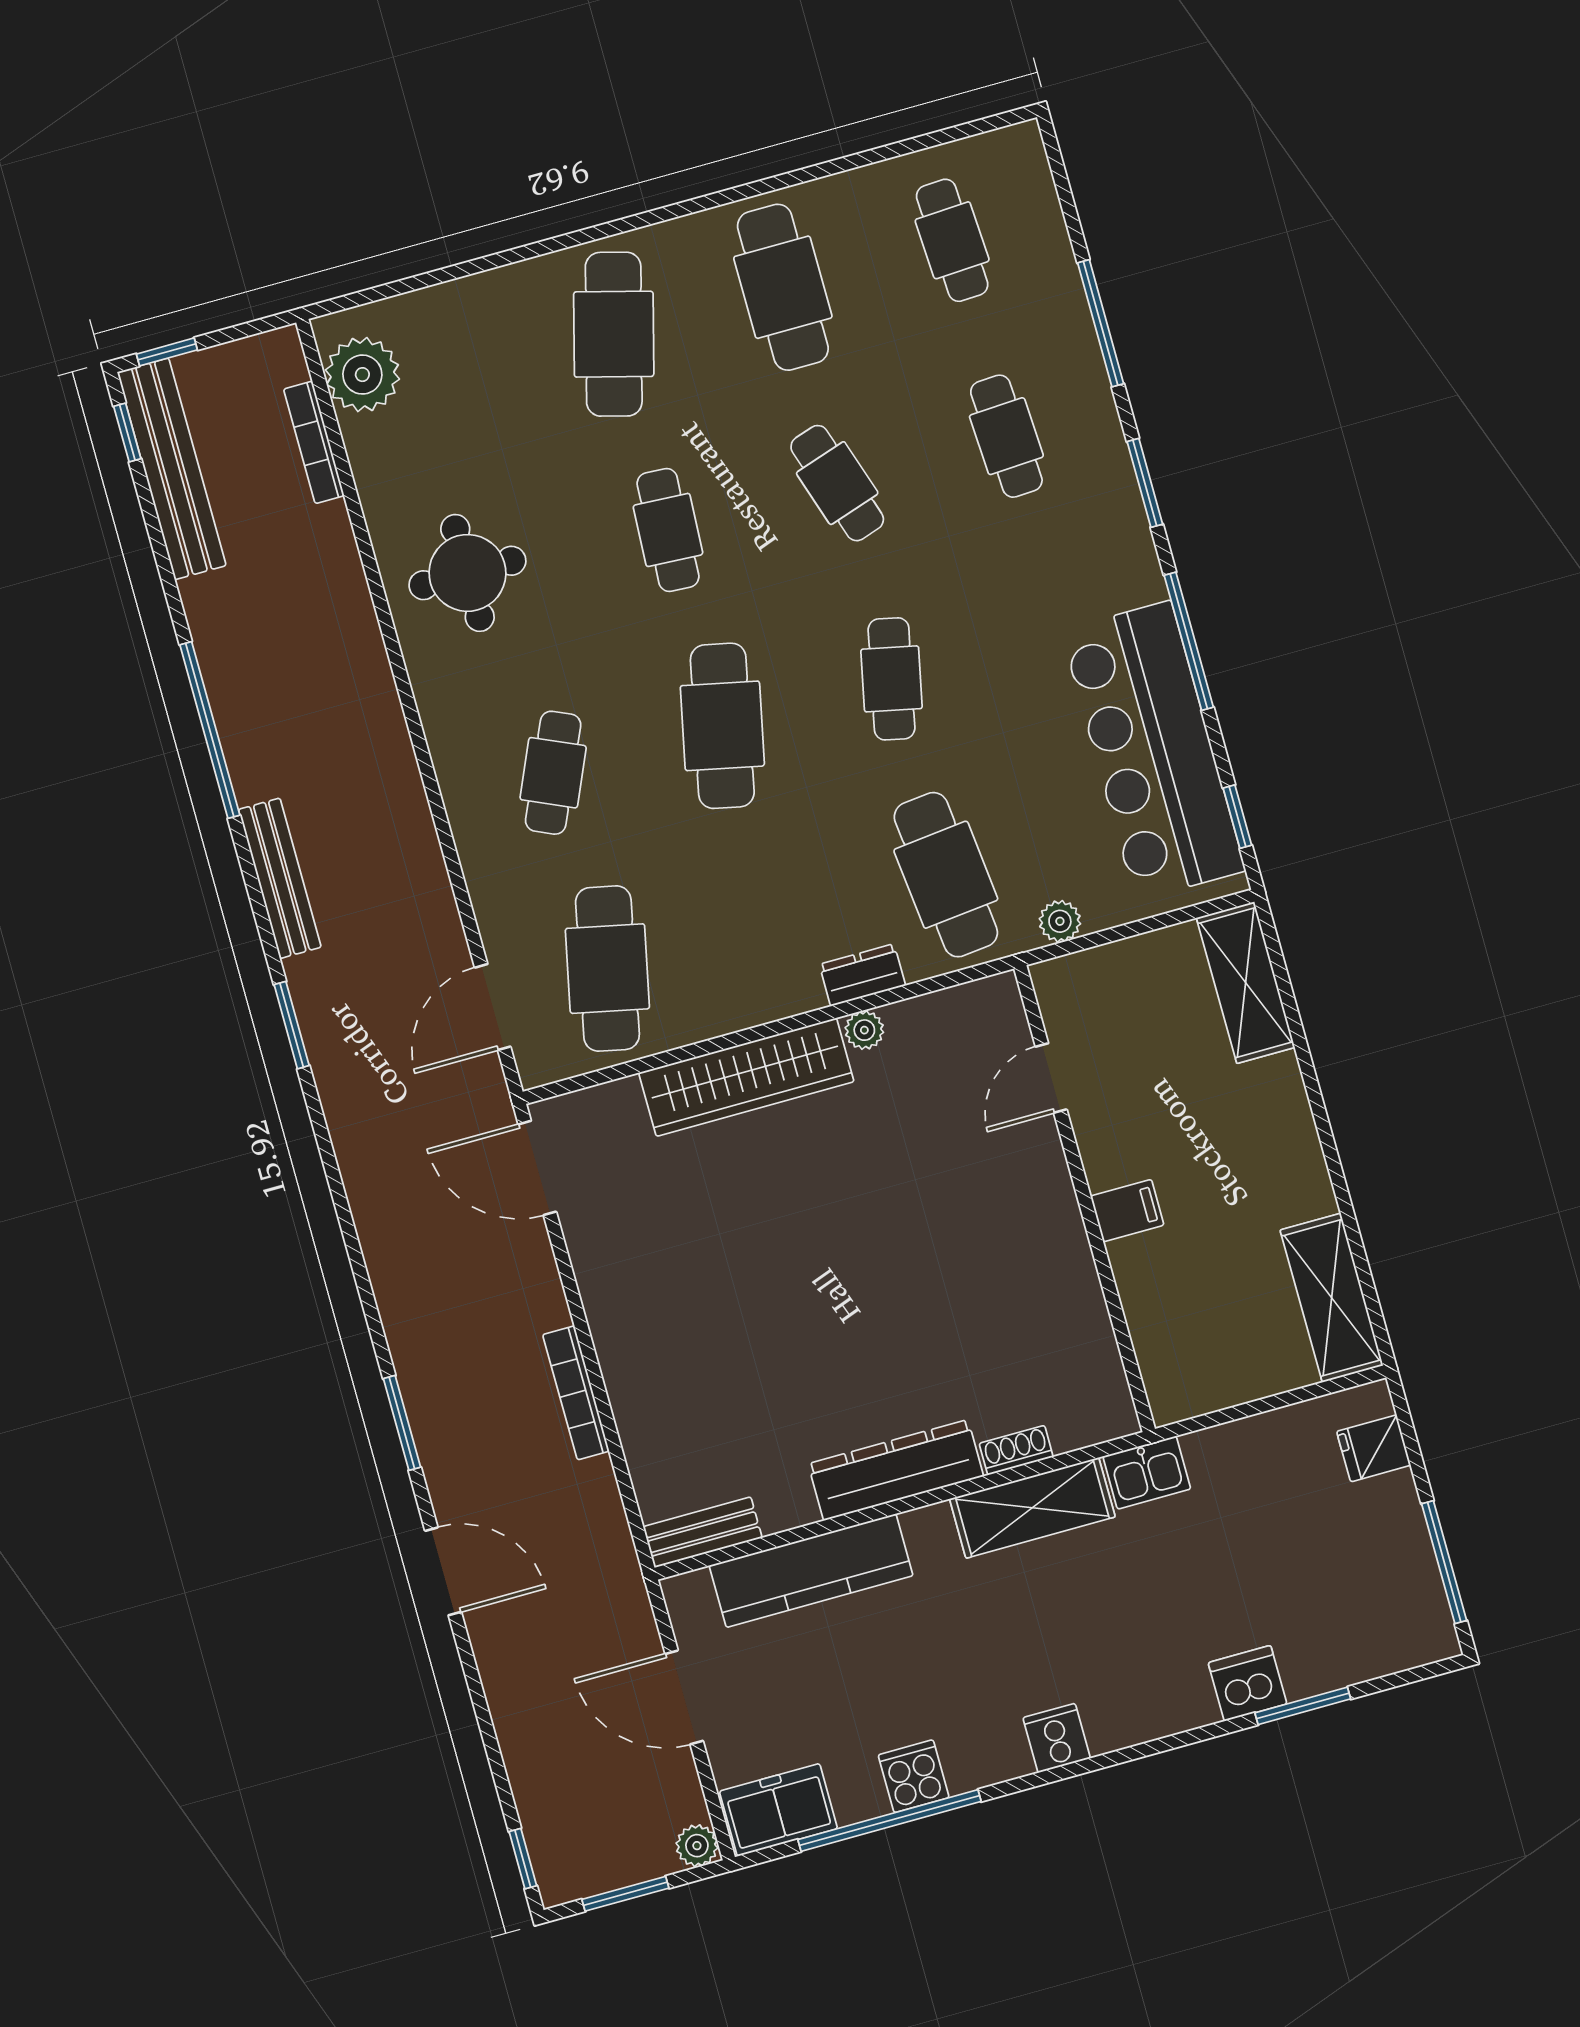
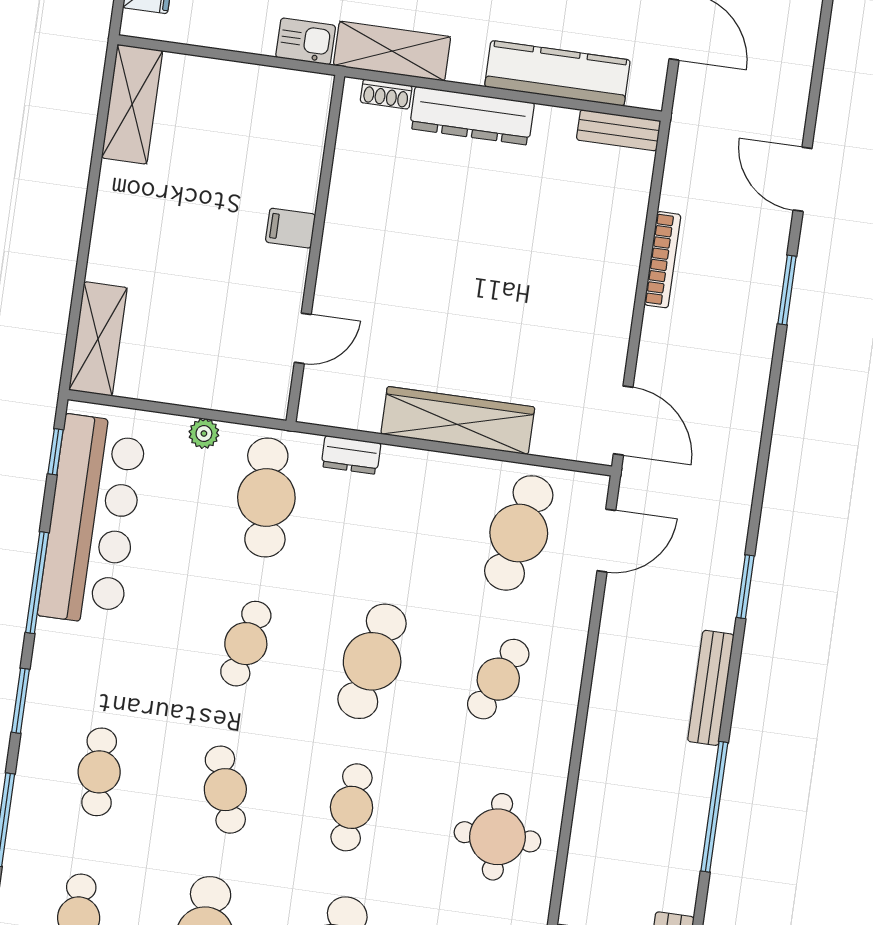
plant: (864, 1030) -> (366, 418), removed
door: (1051, 1078) -> (303, 338), moved
wall: (1085, 1199) -> (315, 248), moved
filing cabinet: (1127, 1211) -> (290, 228), moved

